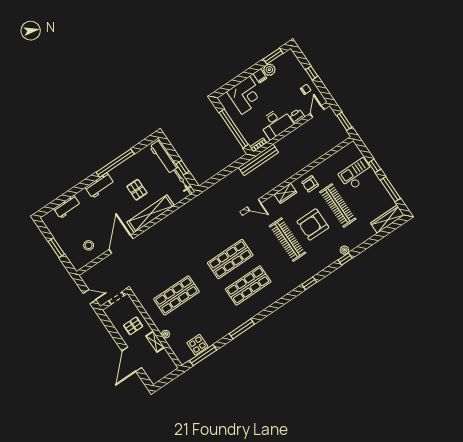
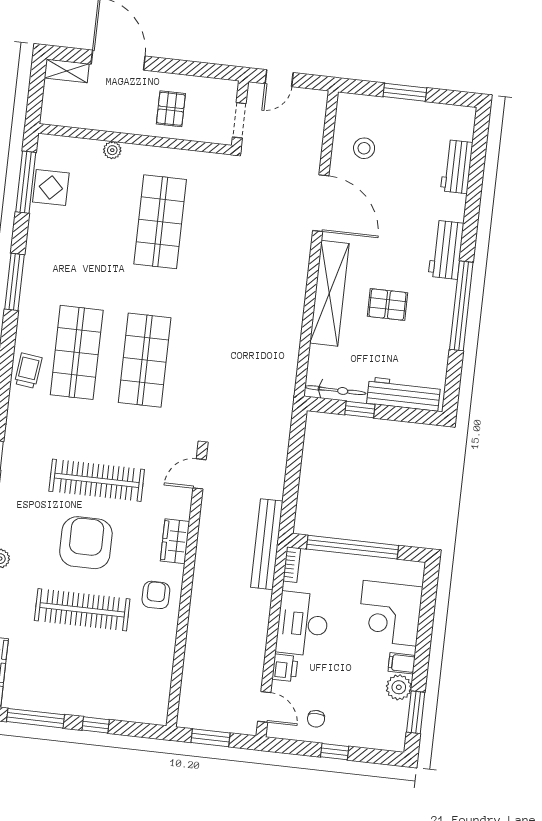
checkout: (356, 174) -> (107, 683), removed
trolley: (269, 297) -> (28, 371), added
shelving: (155, 342) -> (67, 71), moved

